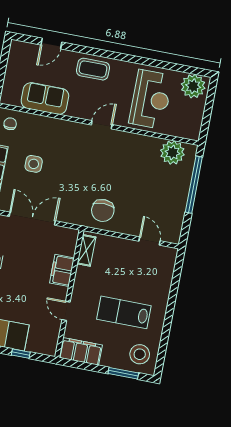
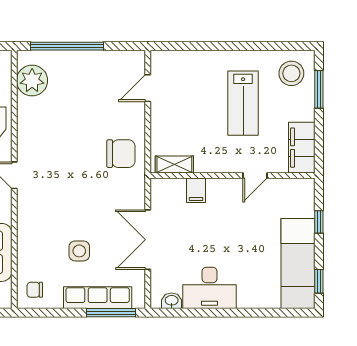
filing cabinet: (62, 270) -> (196, 190), width x0.50

